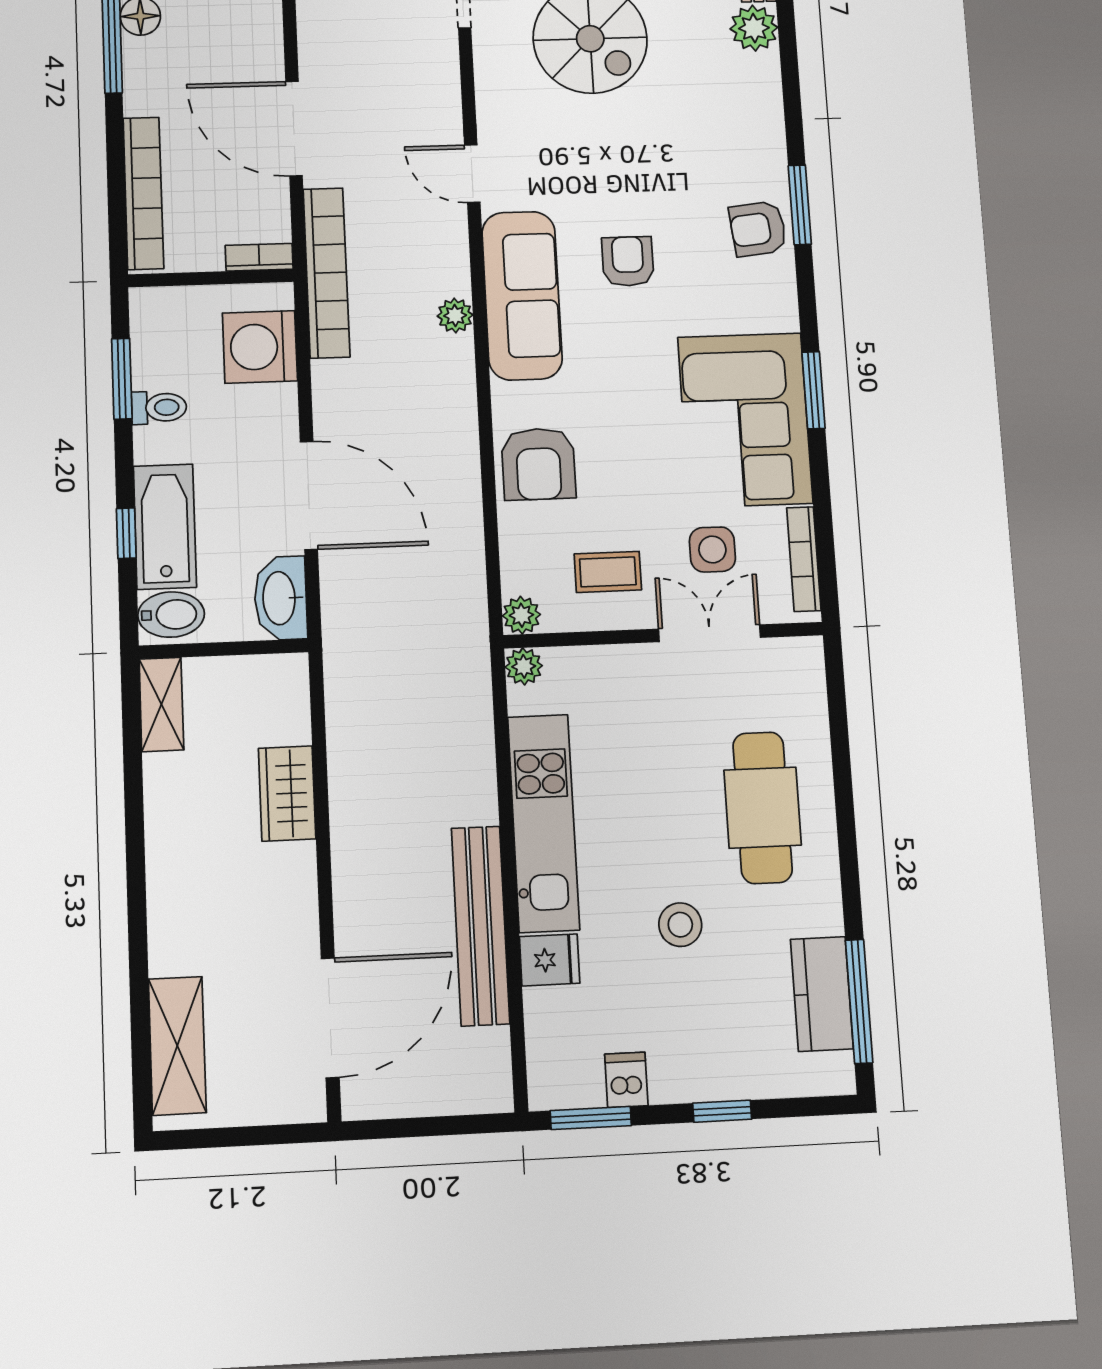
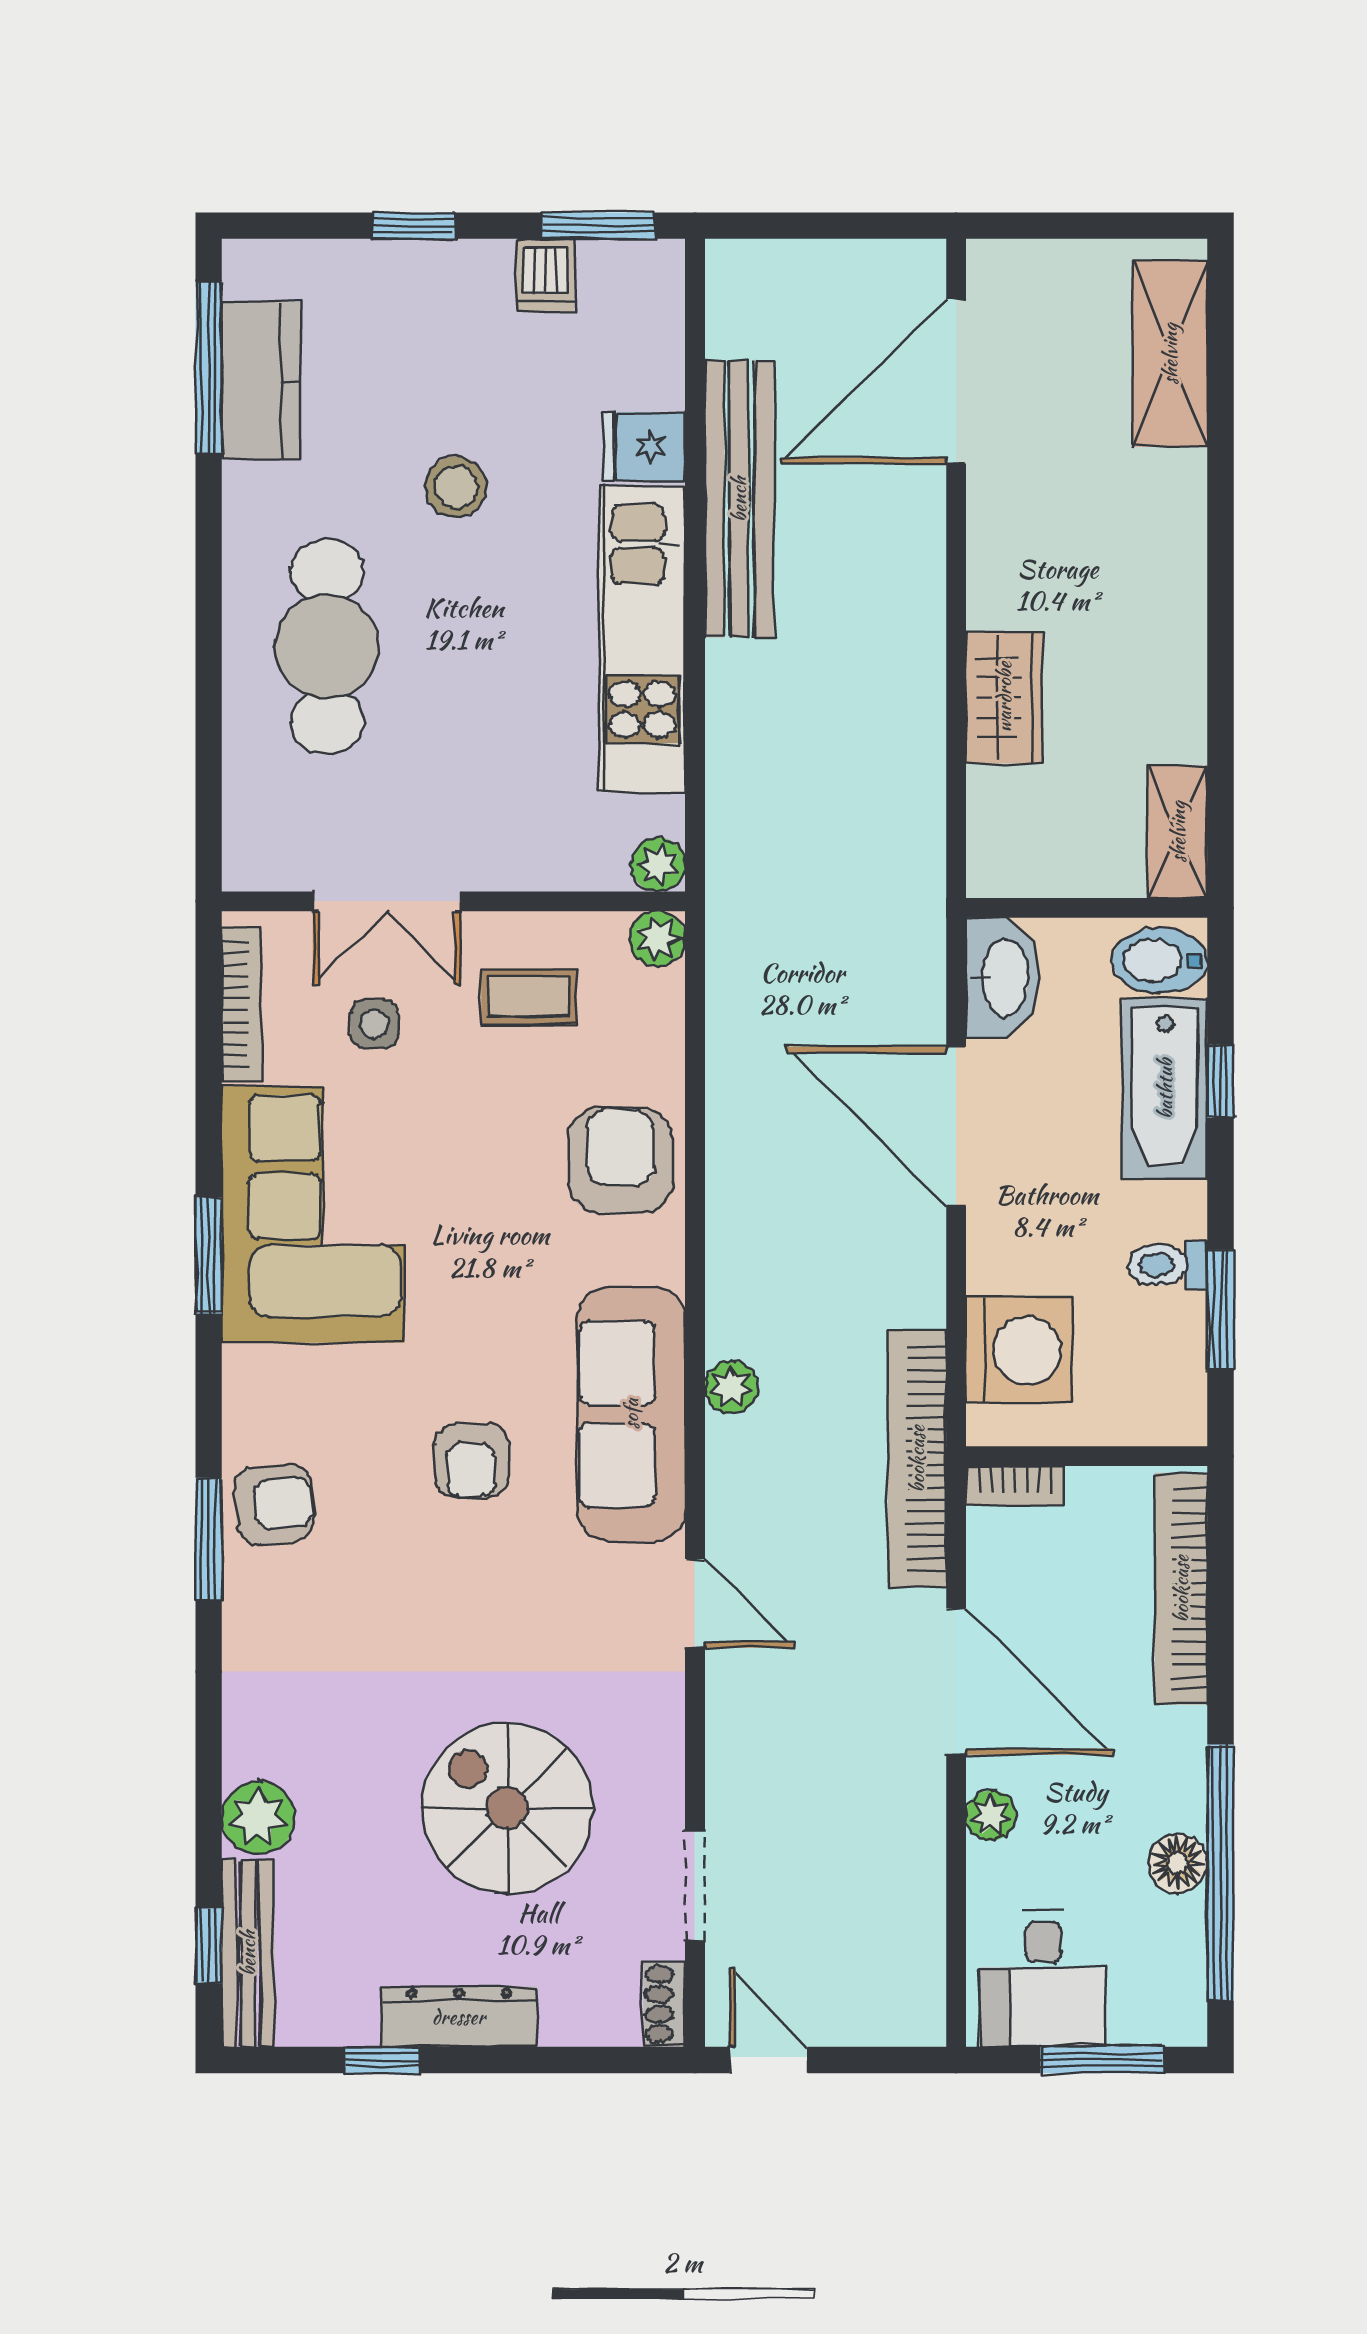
plant: (267, 43) -> (991, 1816), added
side table: (712, 549) -> (374, 1024), width x0.73, depth x0.73

